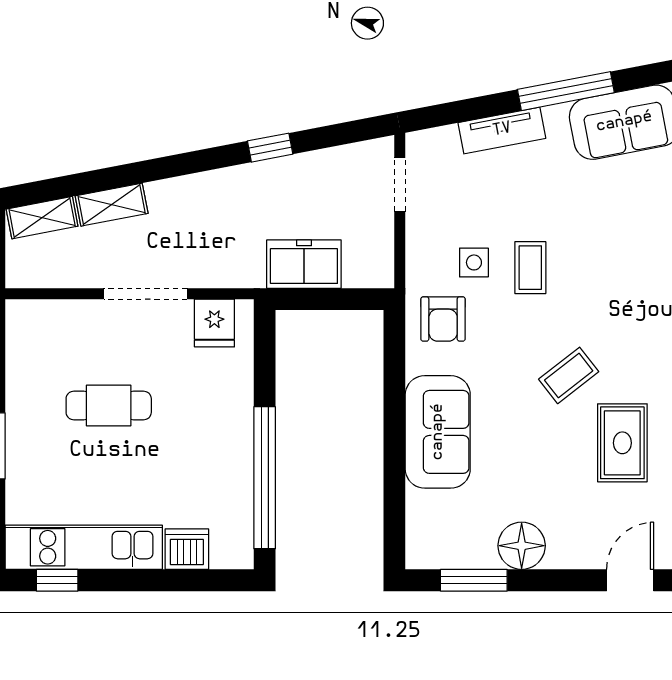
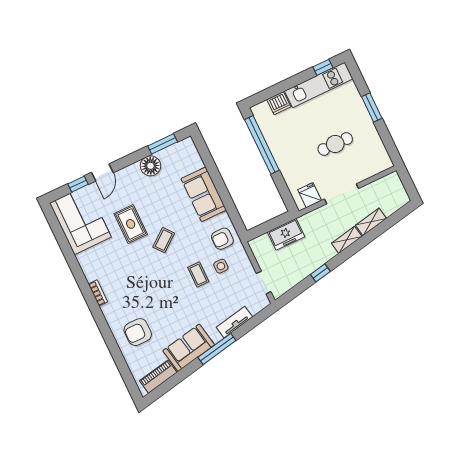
shelving: (42, 218) -> (347, 240), moved
armchair: (443, 319) -> (222, 239), turned -90

